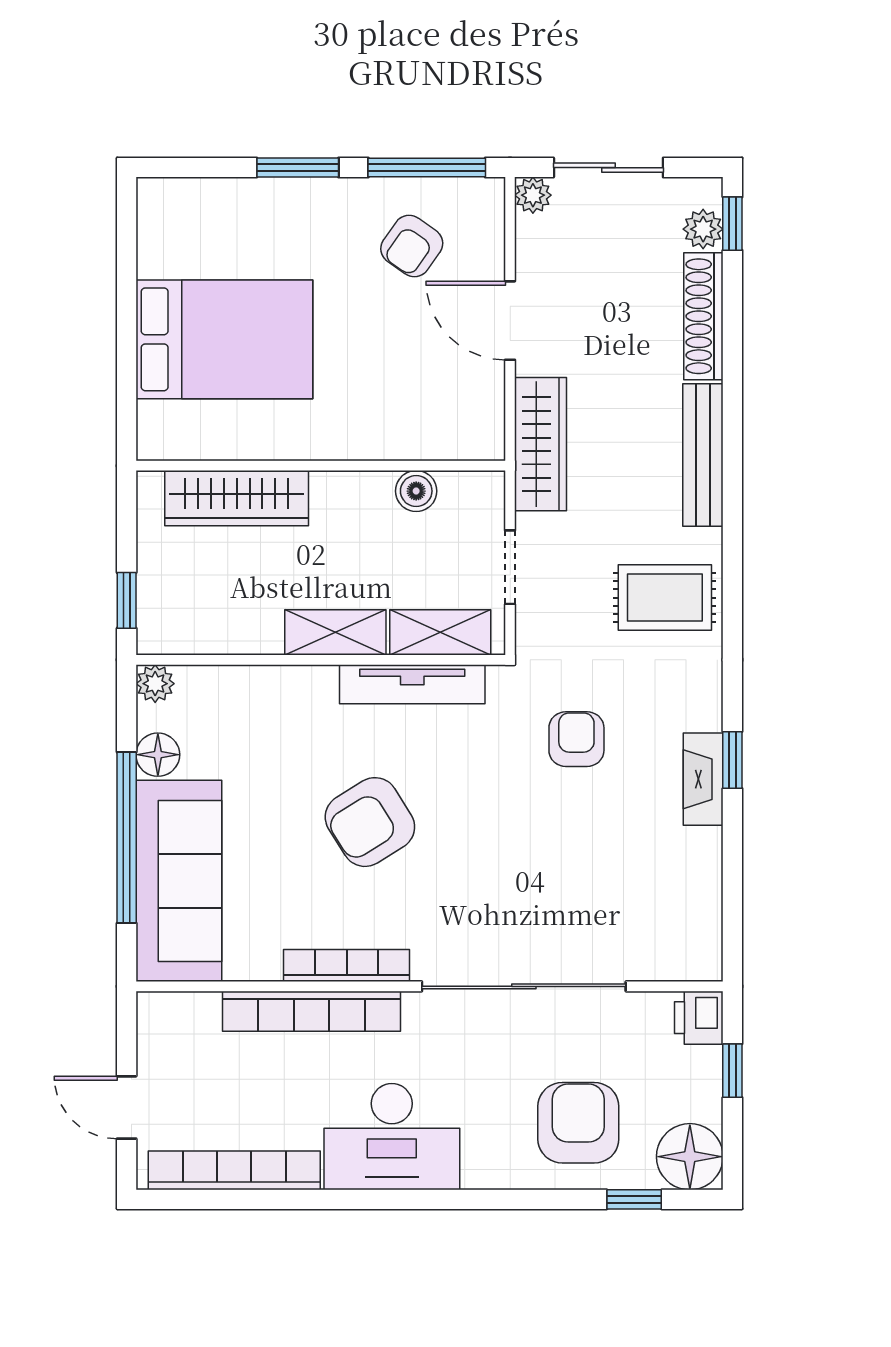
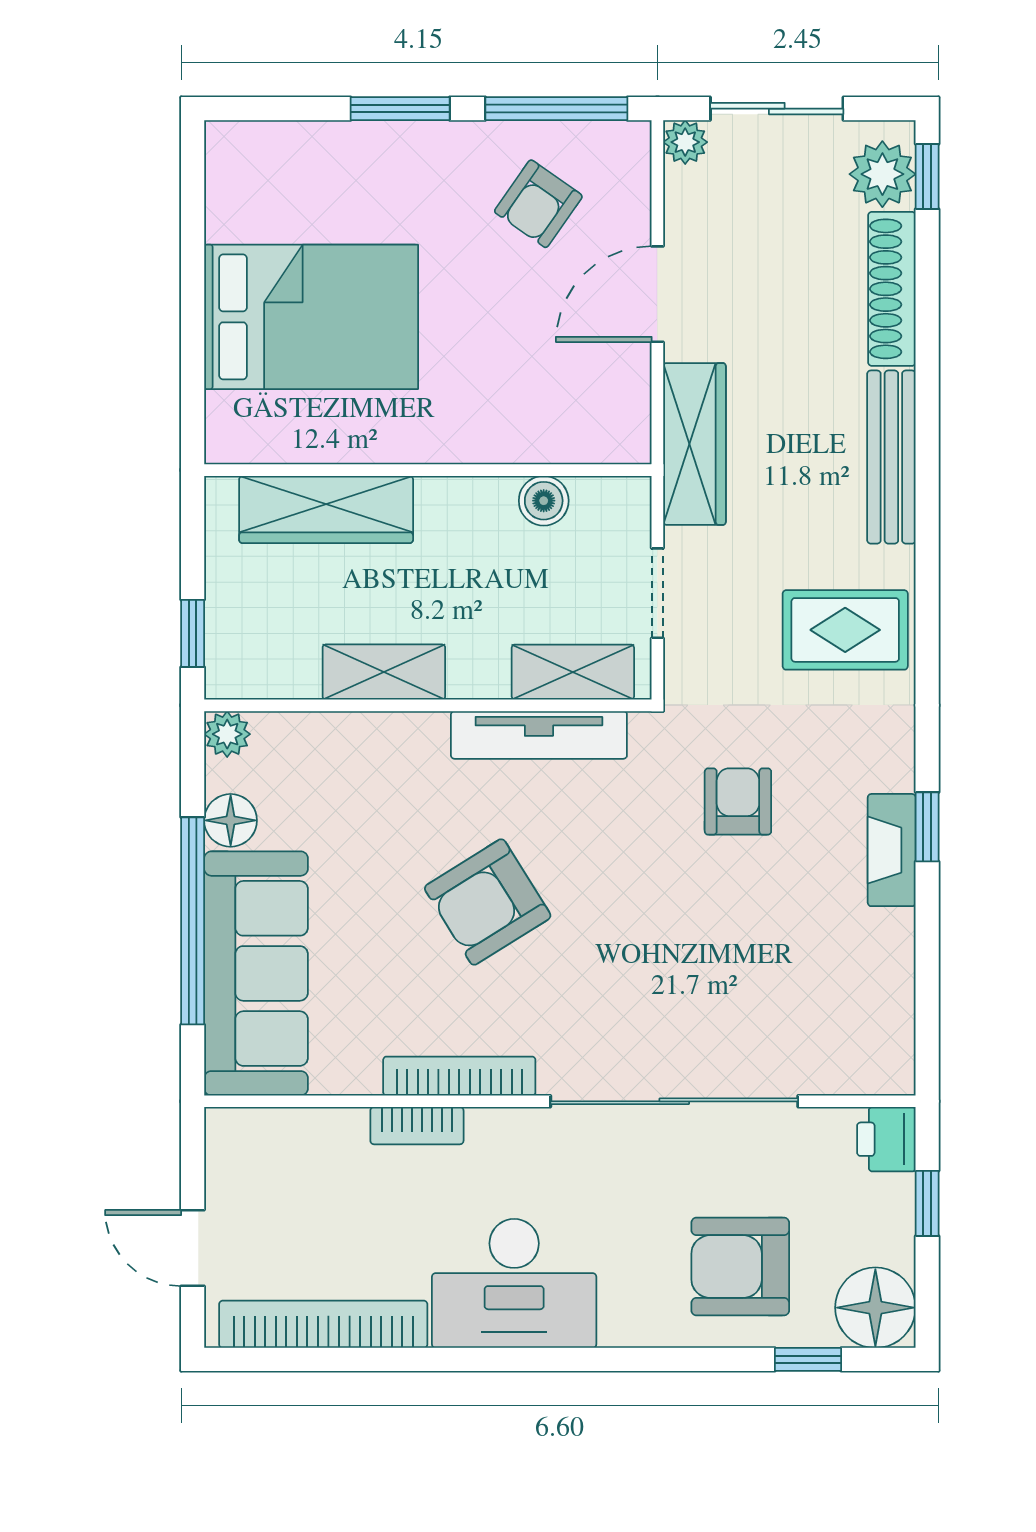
plant: (703, 229) -> (882, 174), width x1.38, depth x1.38
door: (510, 321) -> (657, 294), hinge flipped
shelving: (335, 632) -> (384, 672), moved
bookcase: (312, 1011) -> (417, 1126), width x0.43, depth x0.76
armchair: (578, 1123) -> (740, 1267), turned -90

